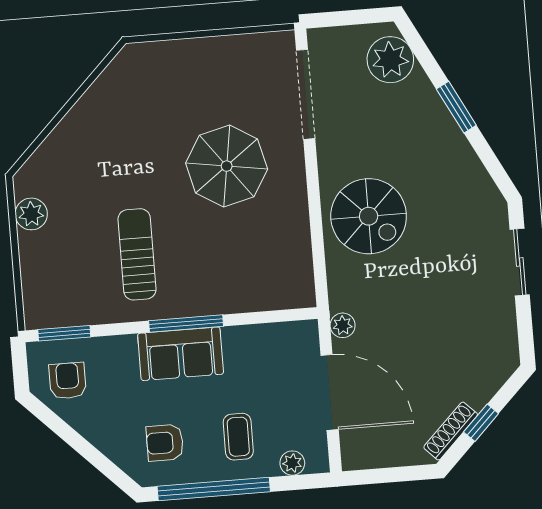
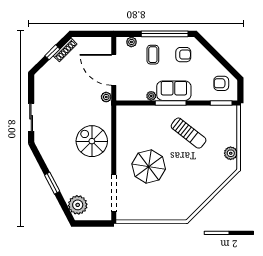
sun lounger: (137, 254) -> (189, 133), turned -52
plant: (234, 337) -> (151, 96), added
armchair: (68, 381) -> (221, 83), turned 90

